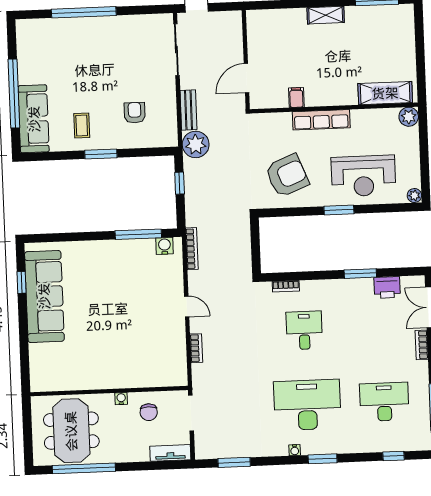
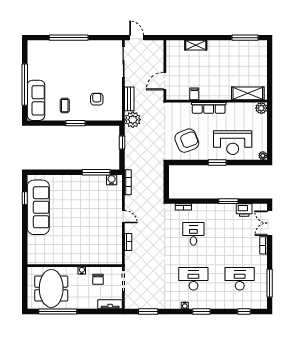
shelving: (326, 15) -> (196, 45), moved
desk: (307, 405) -> (193, 279), width x0.73, depth x0.77

